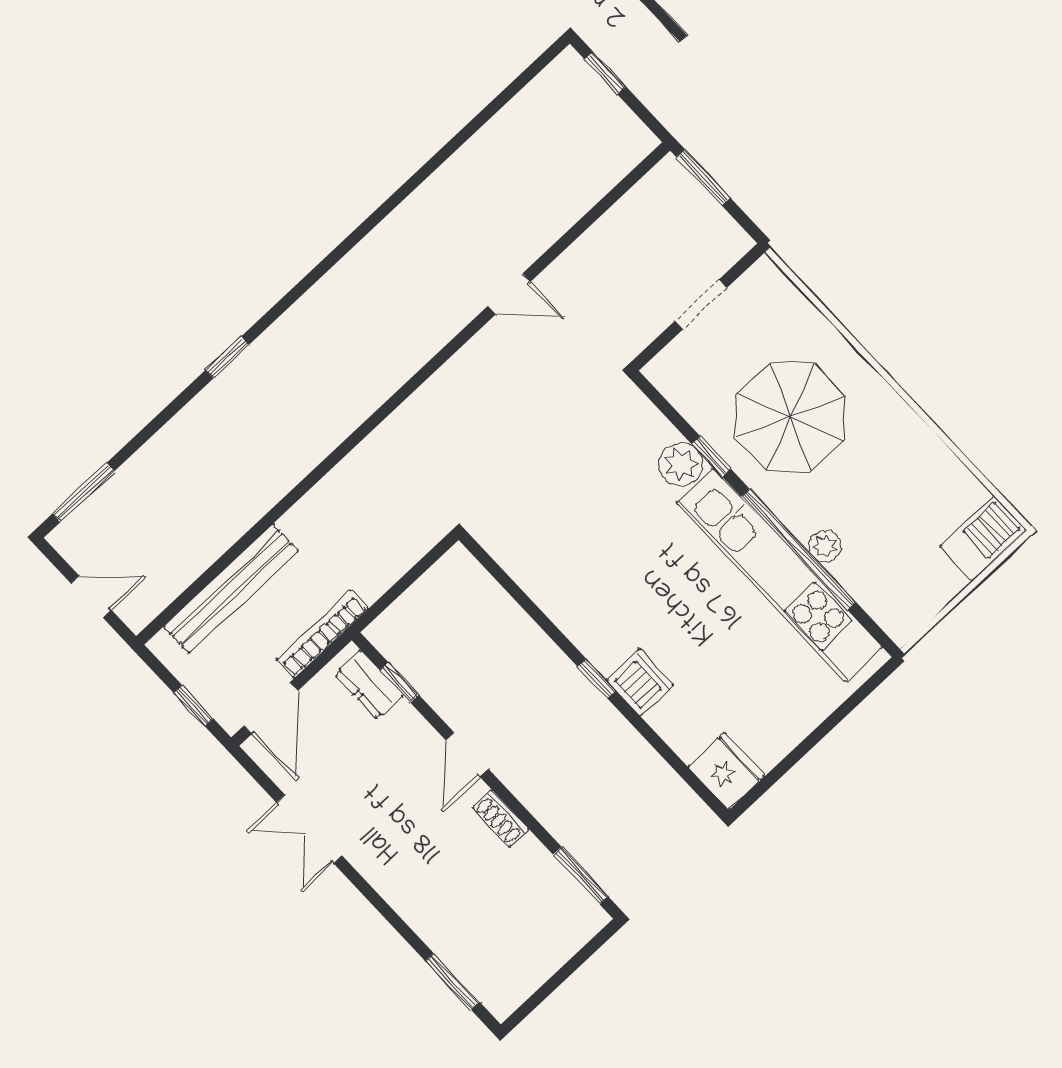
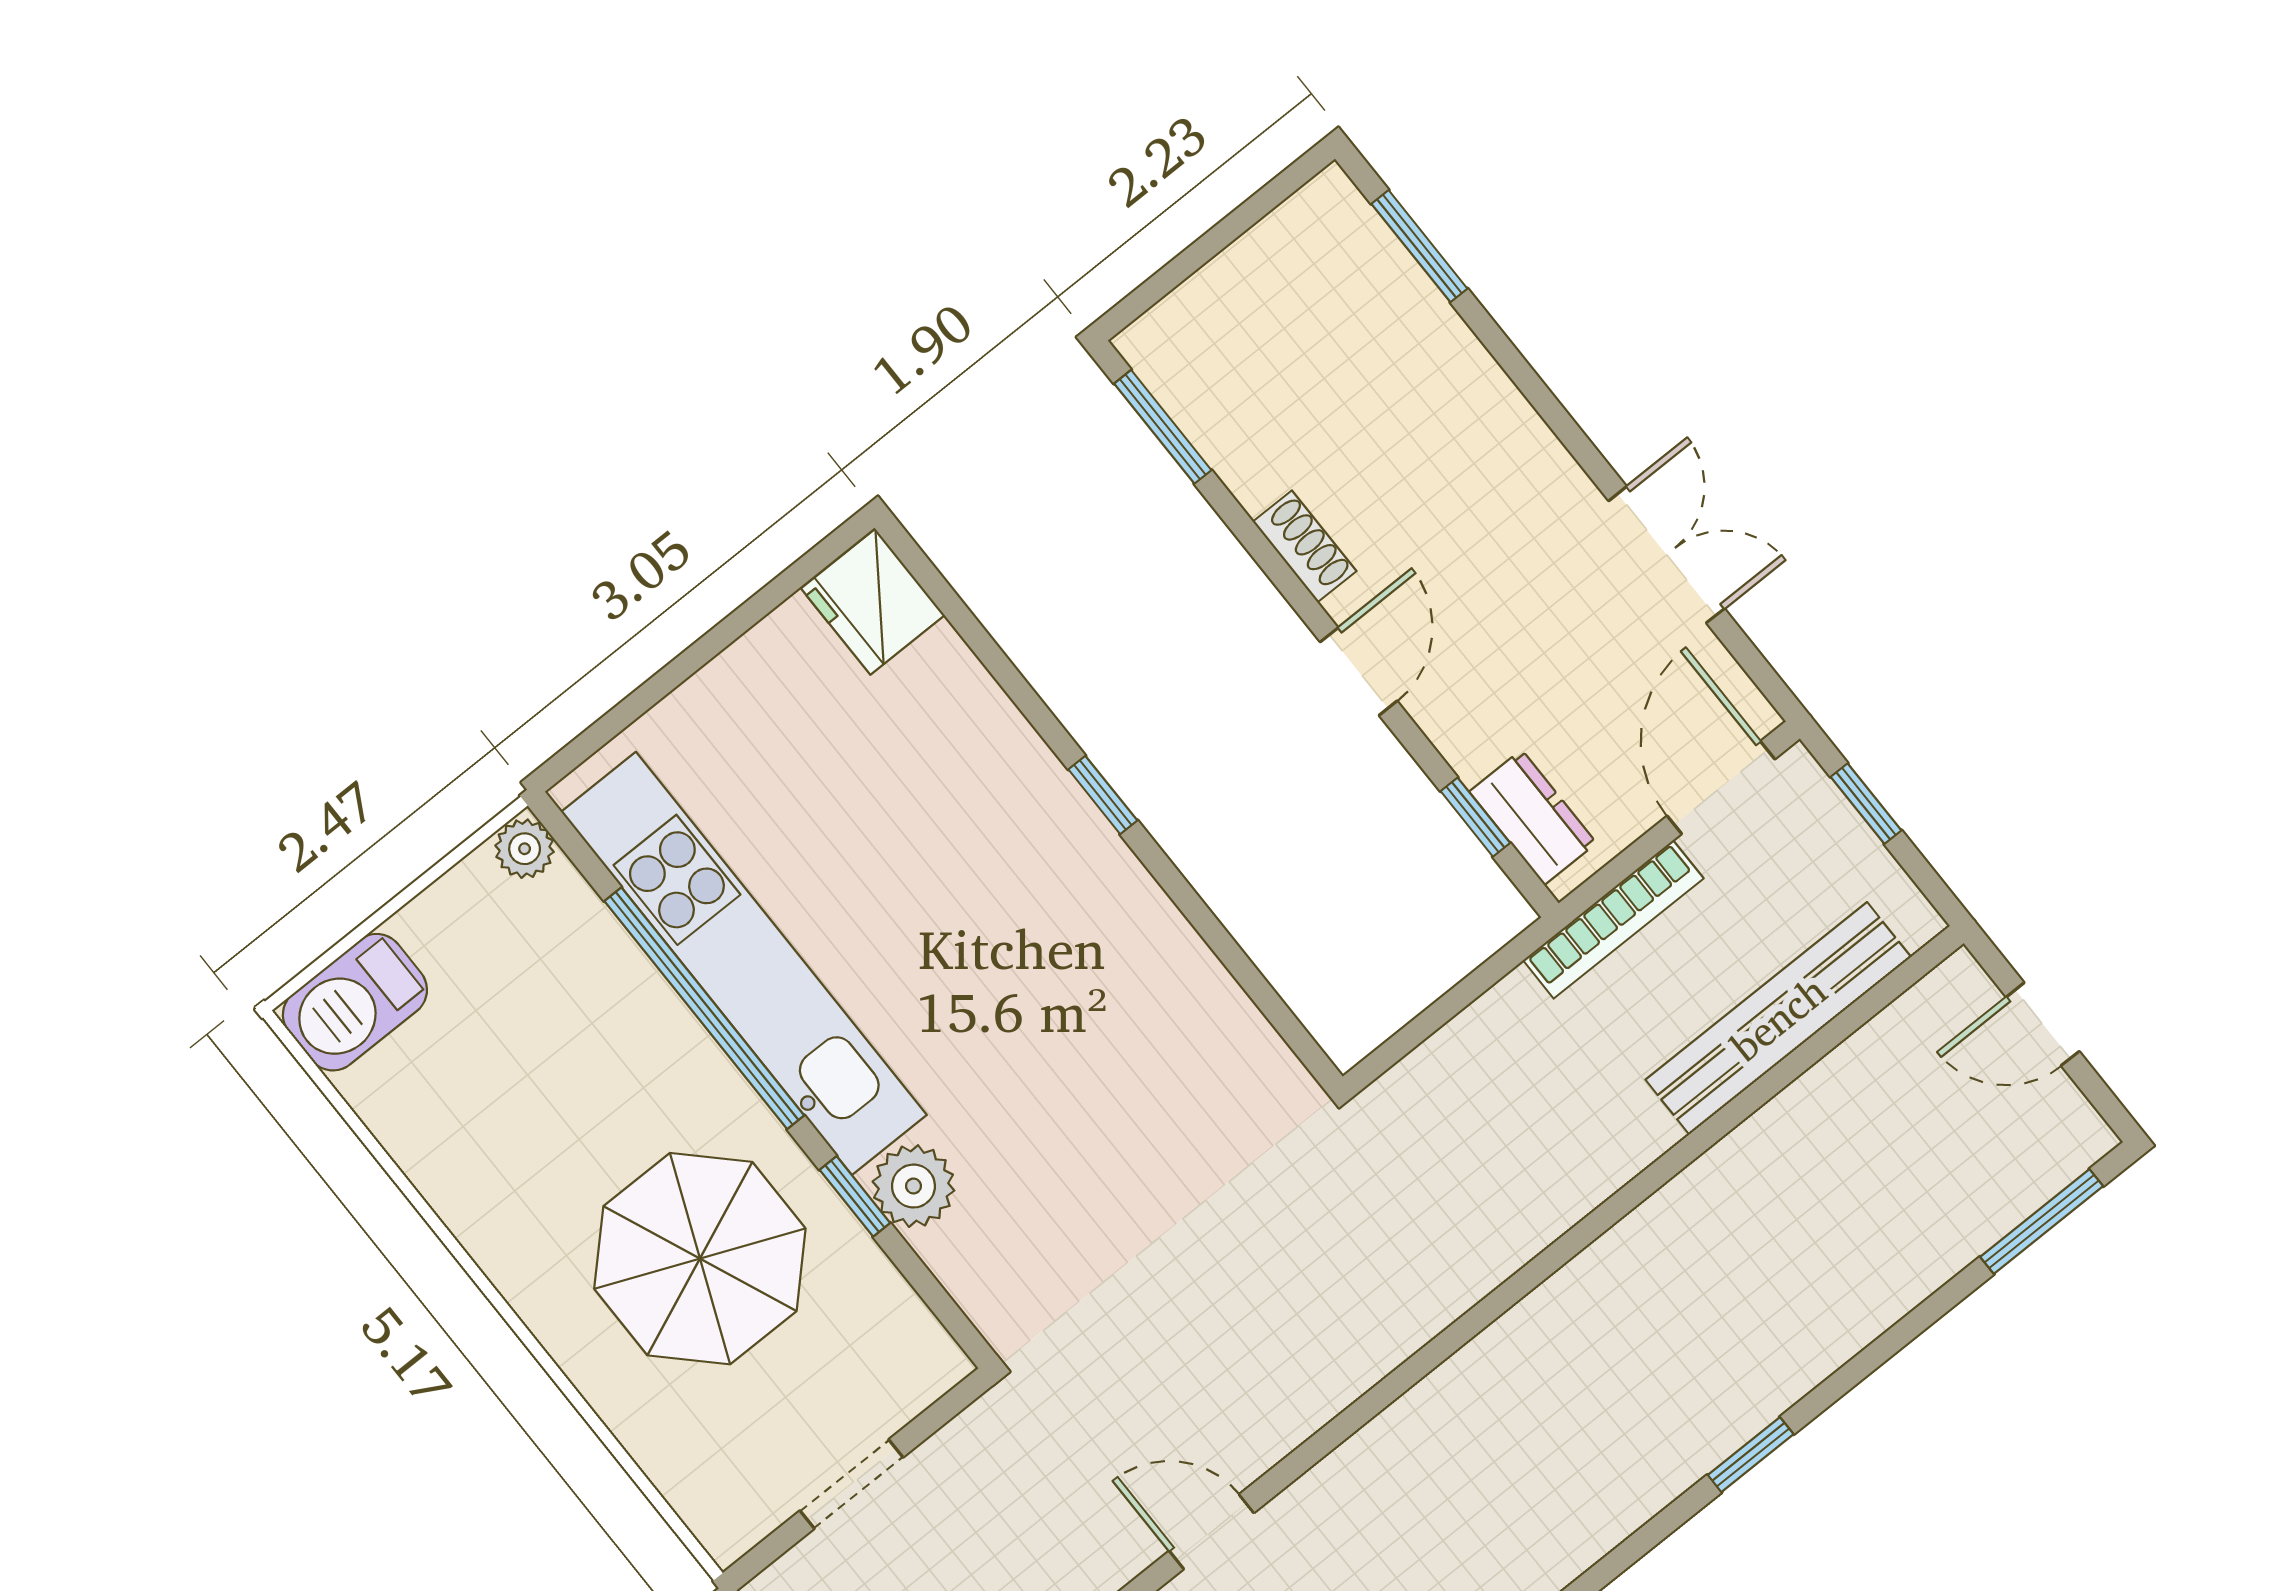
plant: (825, 546) -> (525, 849), moved
dishwasher: (640, 683) -> (1022, 781), removed

